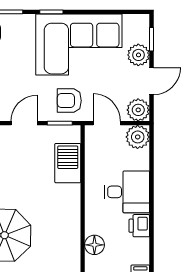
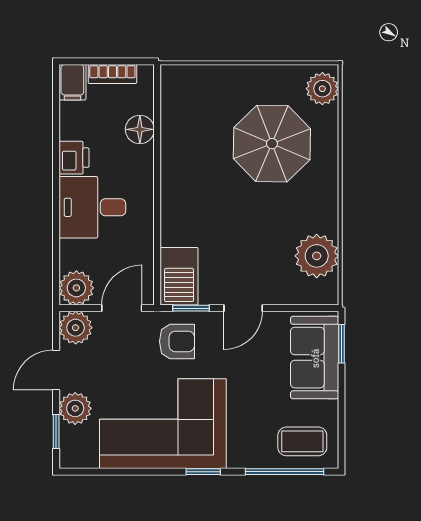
door: (107, 123) -> (122, 308), swing flipped
barbecue: (68, 163) -> (179, 276), moved

